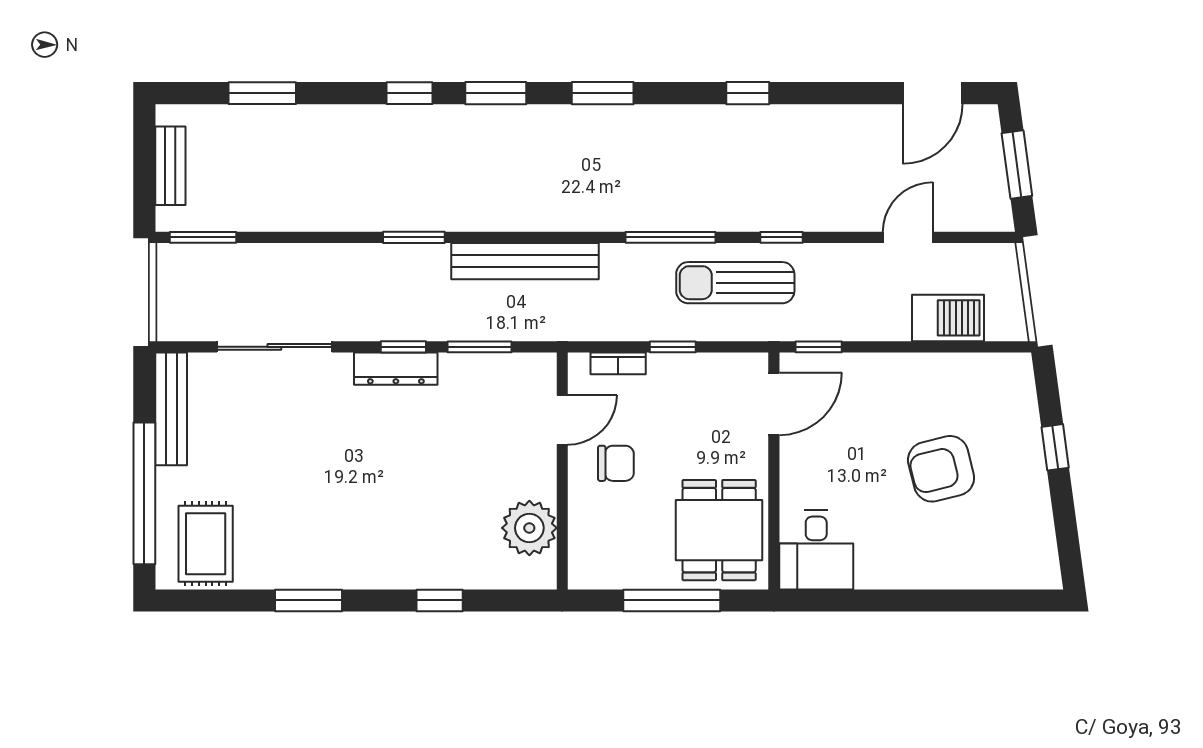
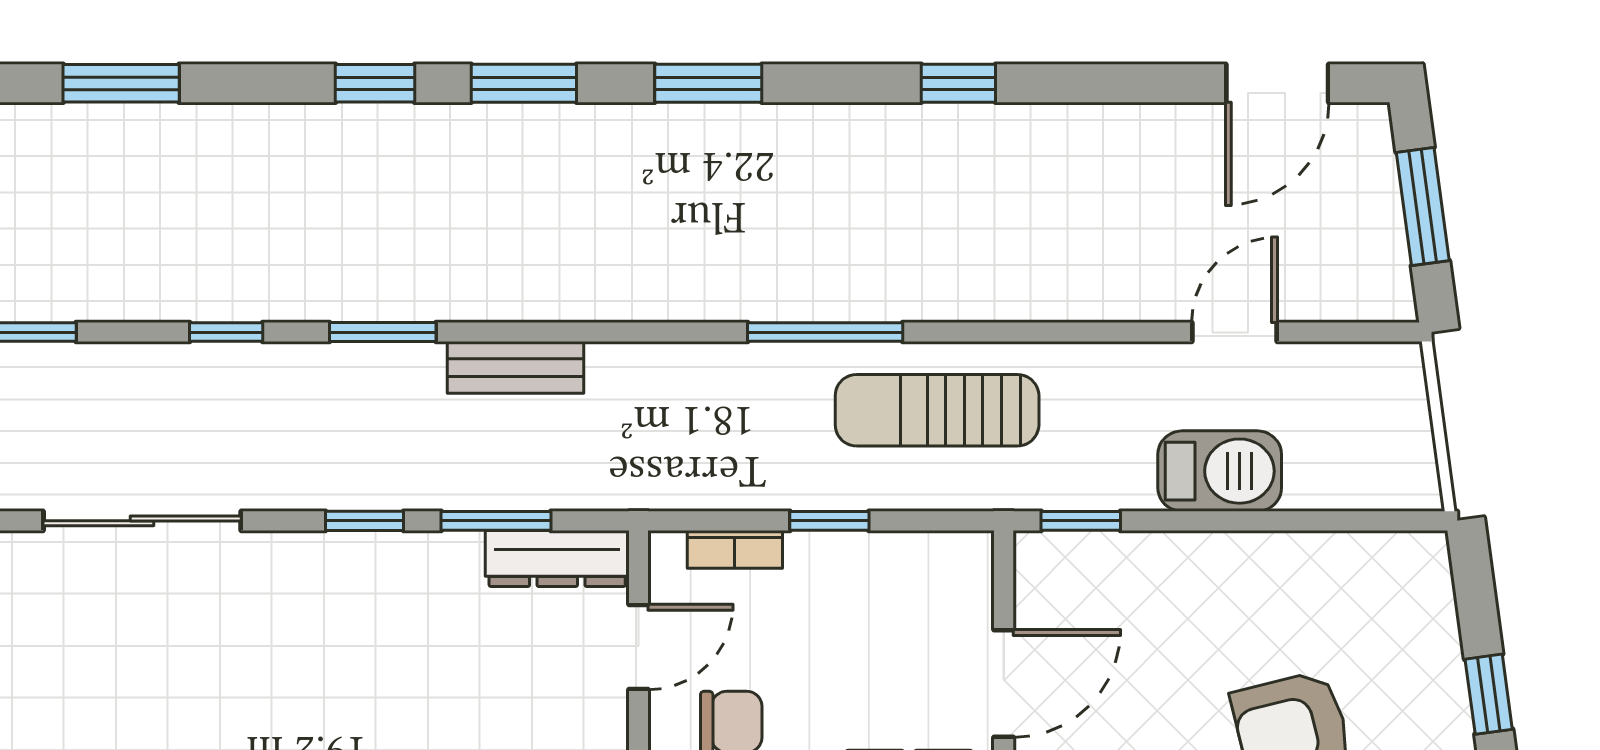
window: (781, 237) -> (226, 332), moved
bench: (525, 261) -> (516, 367), width x0.54, depth x0.82
barbecue: (948, 318) -> (1220, 471), moved
dresser: (396, 369) -> (557, 558), moved
door: (774, 404) -> (1004, 683), moved

